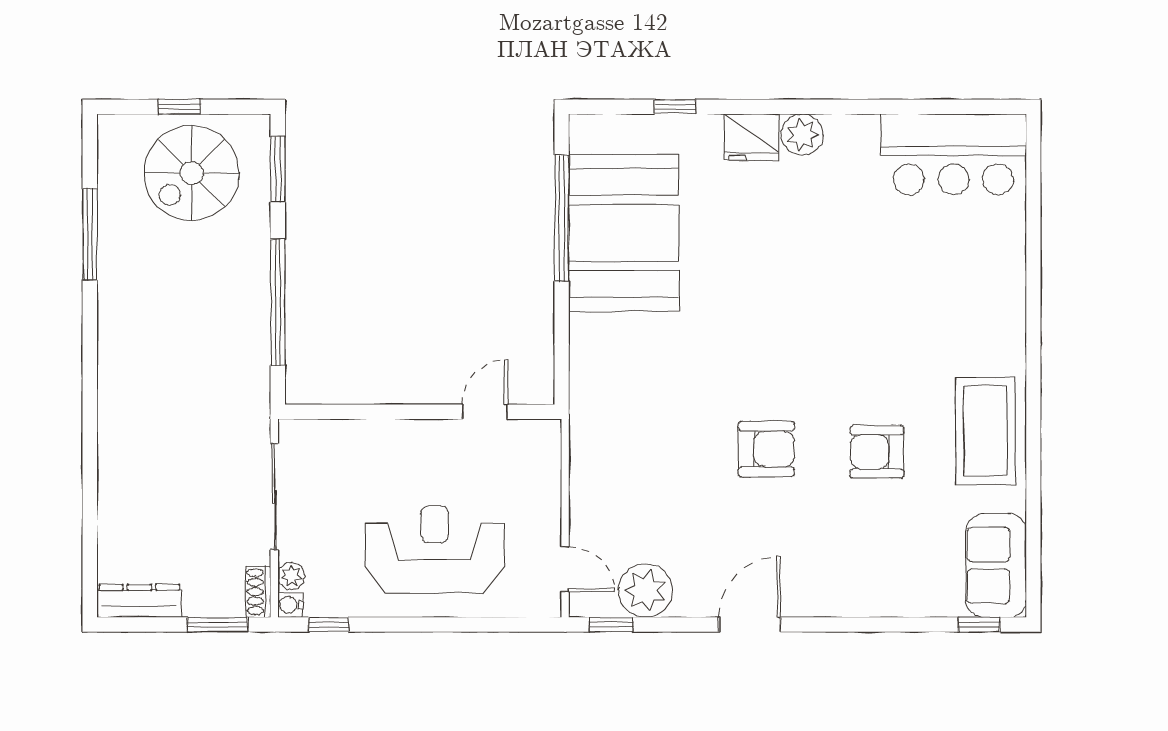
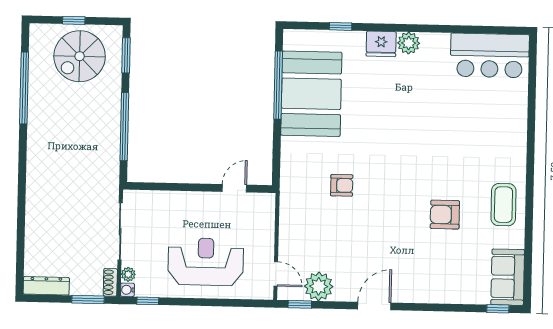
window: (90, 234) -> (24, 88), width x1.46
coffee table: (985, 431) -> (503, 205), width x0.73, depth x0.76
armchair: (766, 449) -> (342, 185), moved, width x0.72, depth x0.72

